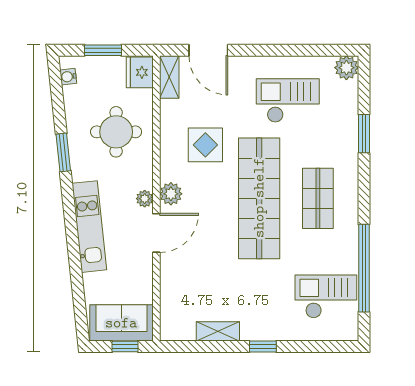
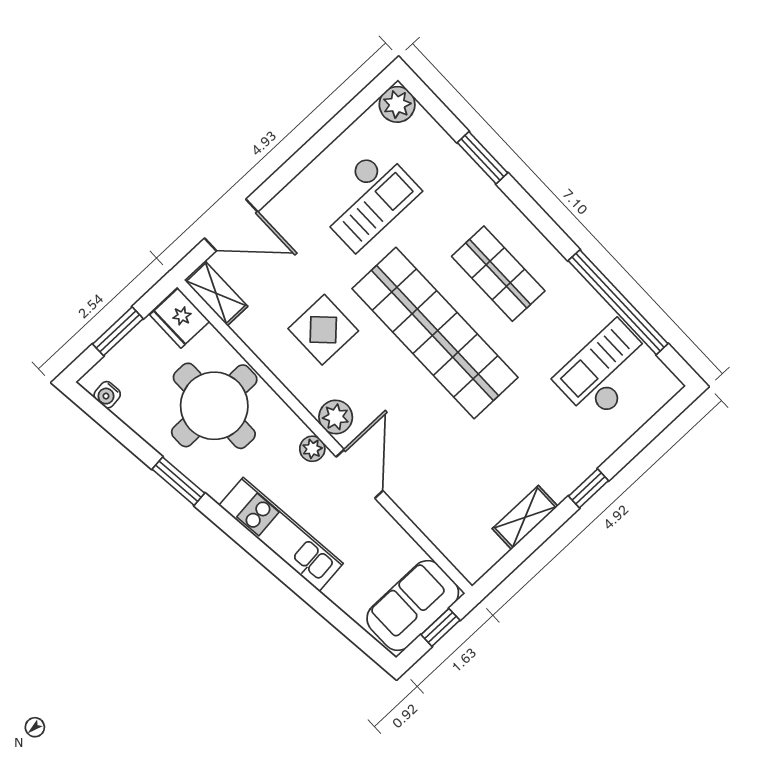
checkout: (288, 101) -> (367, 199), turned 180
round table: (116, 132) -> (214, 406), width x1.36, depth x1.36

